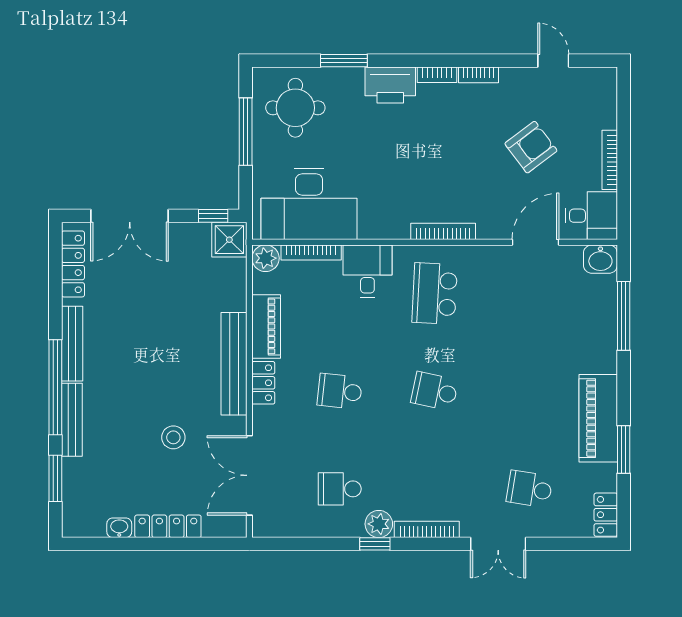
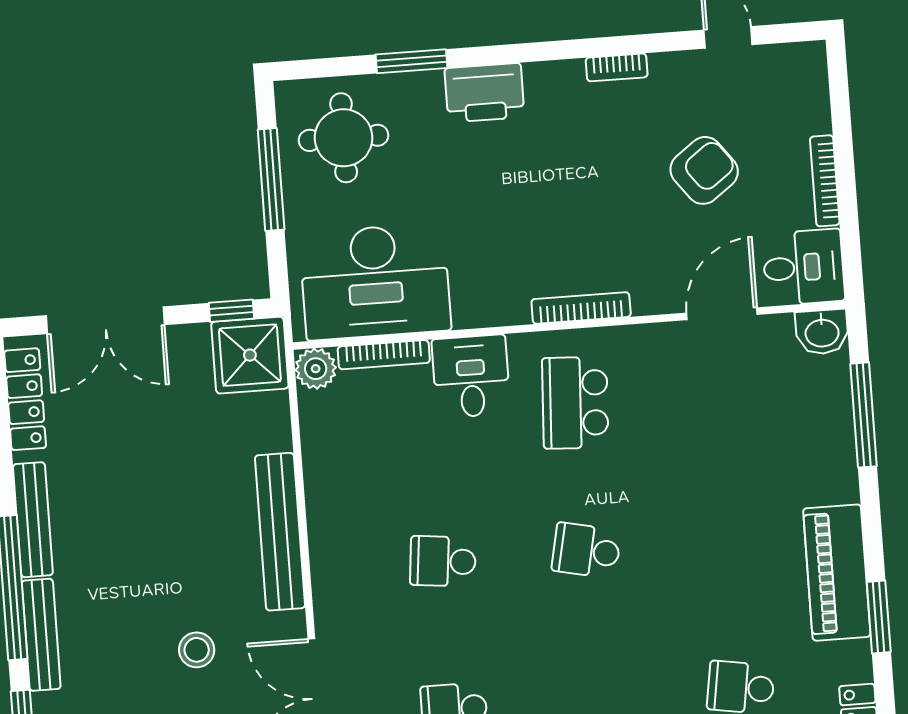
bookcase: (437, 75) -> (554, 72), removed
shower: (229, 240) -> (250, 355), width x1.36, depth x1.36
piano: (266, 326) -> (324, 472), removed
locker: (263, 383) -> (326, 557), removed

